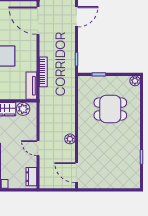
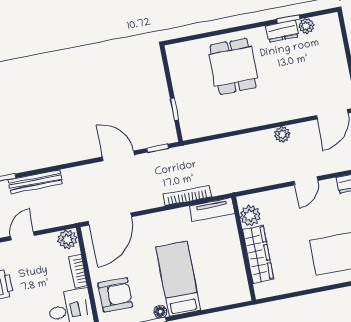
door: (76, 17) -> (118, 156), moved
plant: (135, 81) -> (306, 26), moved
dining table: (110, 109) -> (233, 66), moved
dresser: (135, 151) -> (282, 31), added

